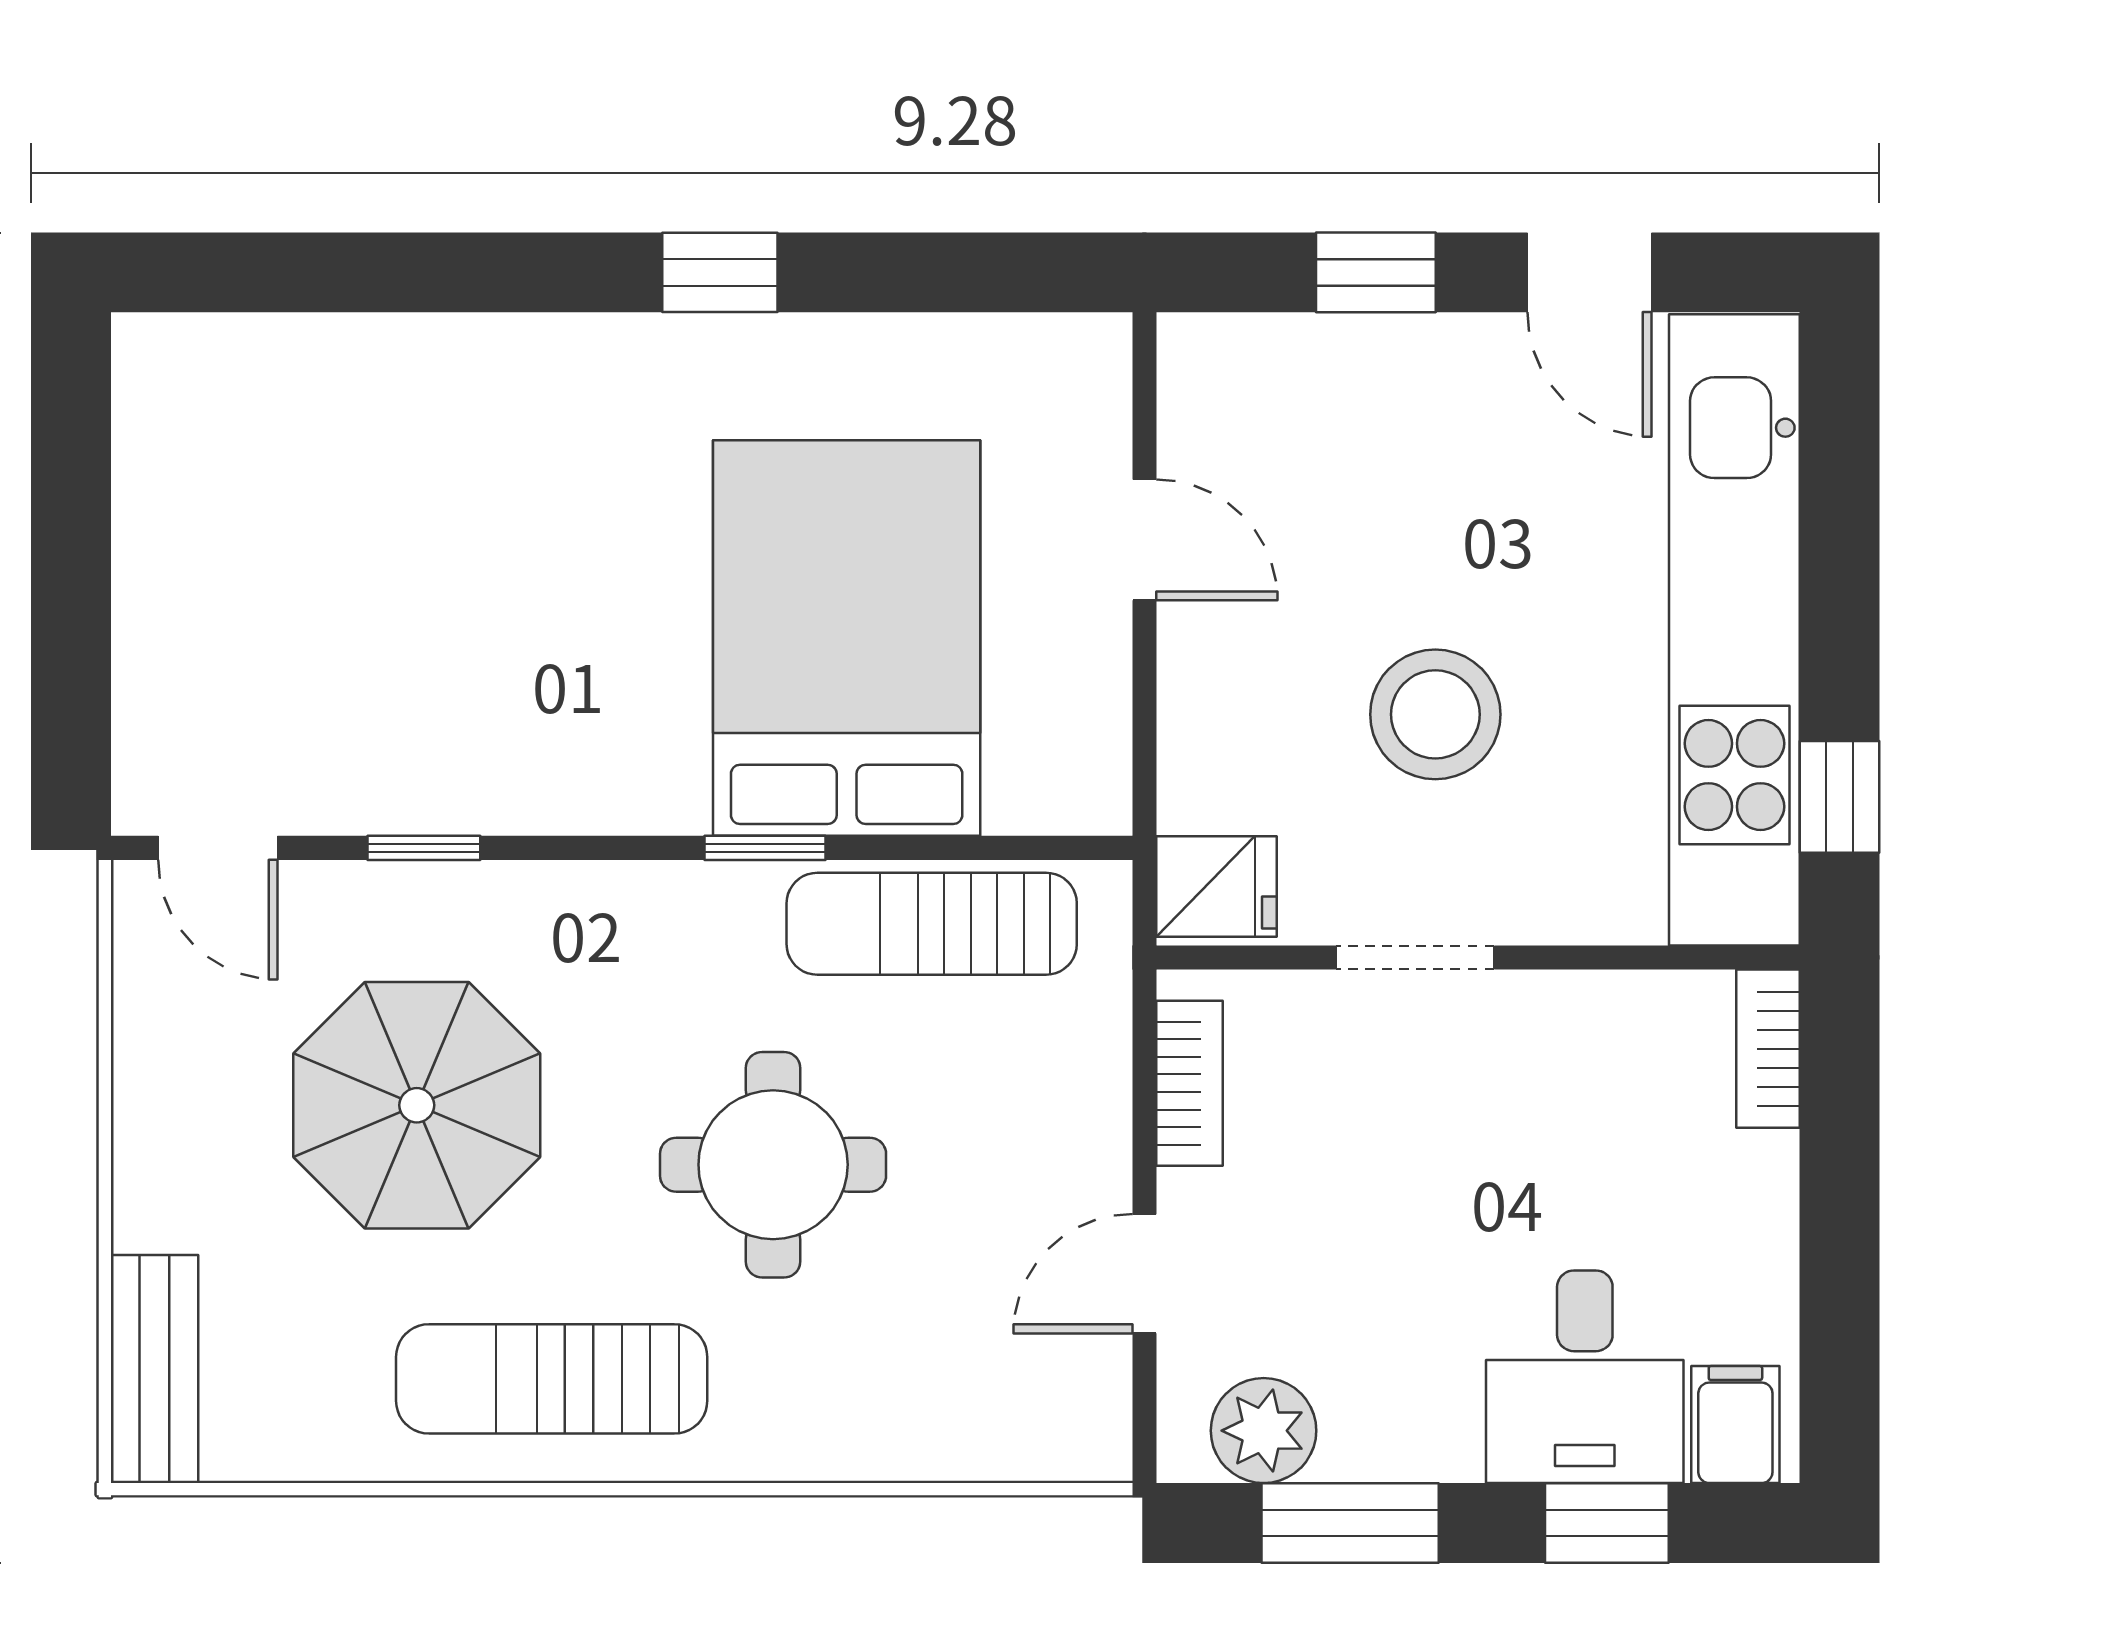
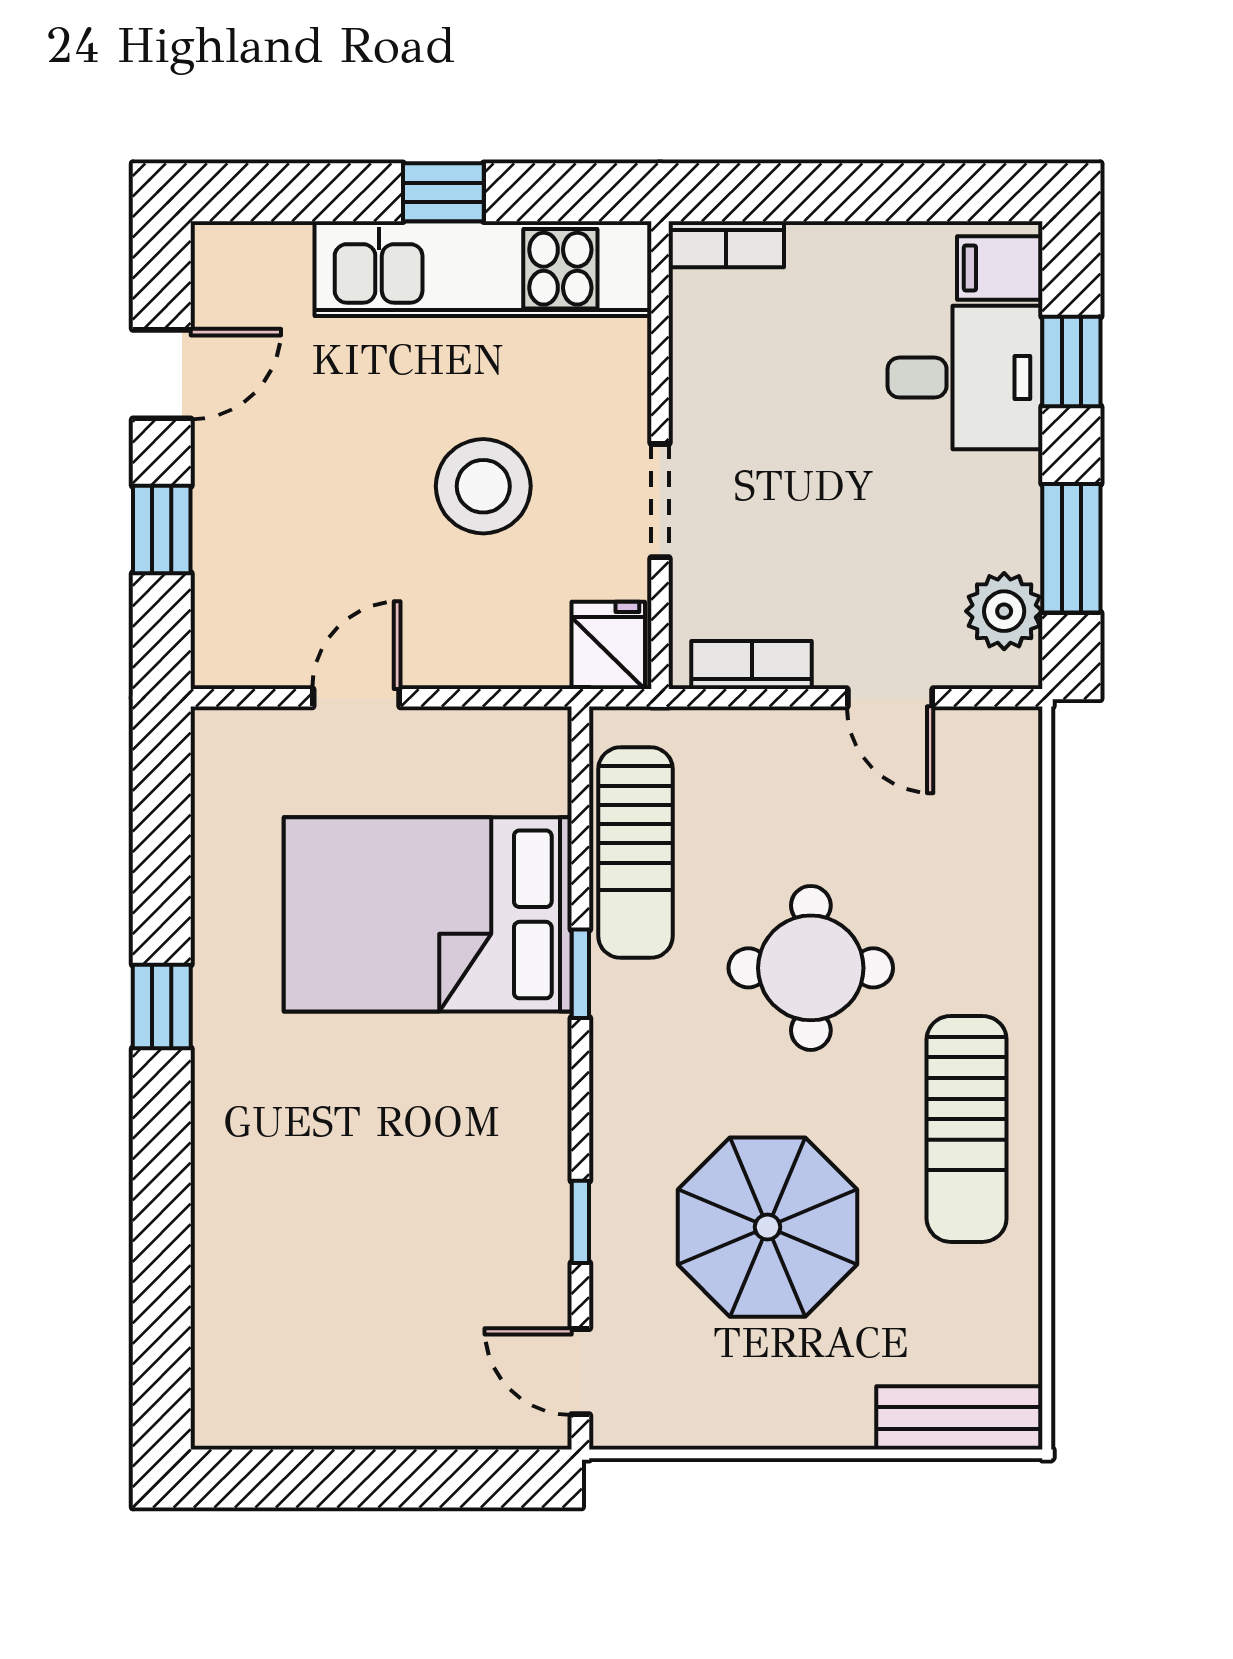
kitchen unit: (1734, 630) -> (483, 269), width x0.73
window: (1840, 797) -> (443, 192), moved
door: (218, 848) -> (580, 1372), swing flipped

